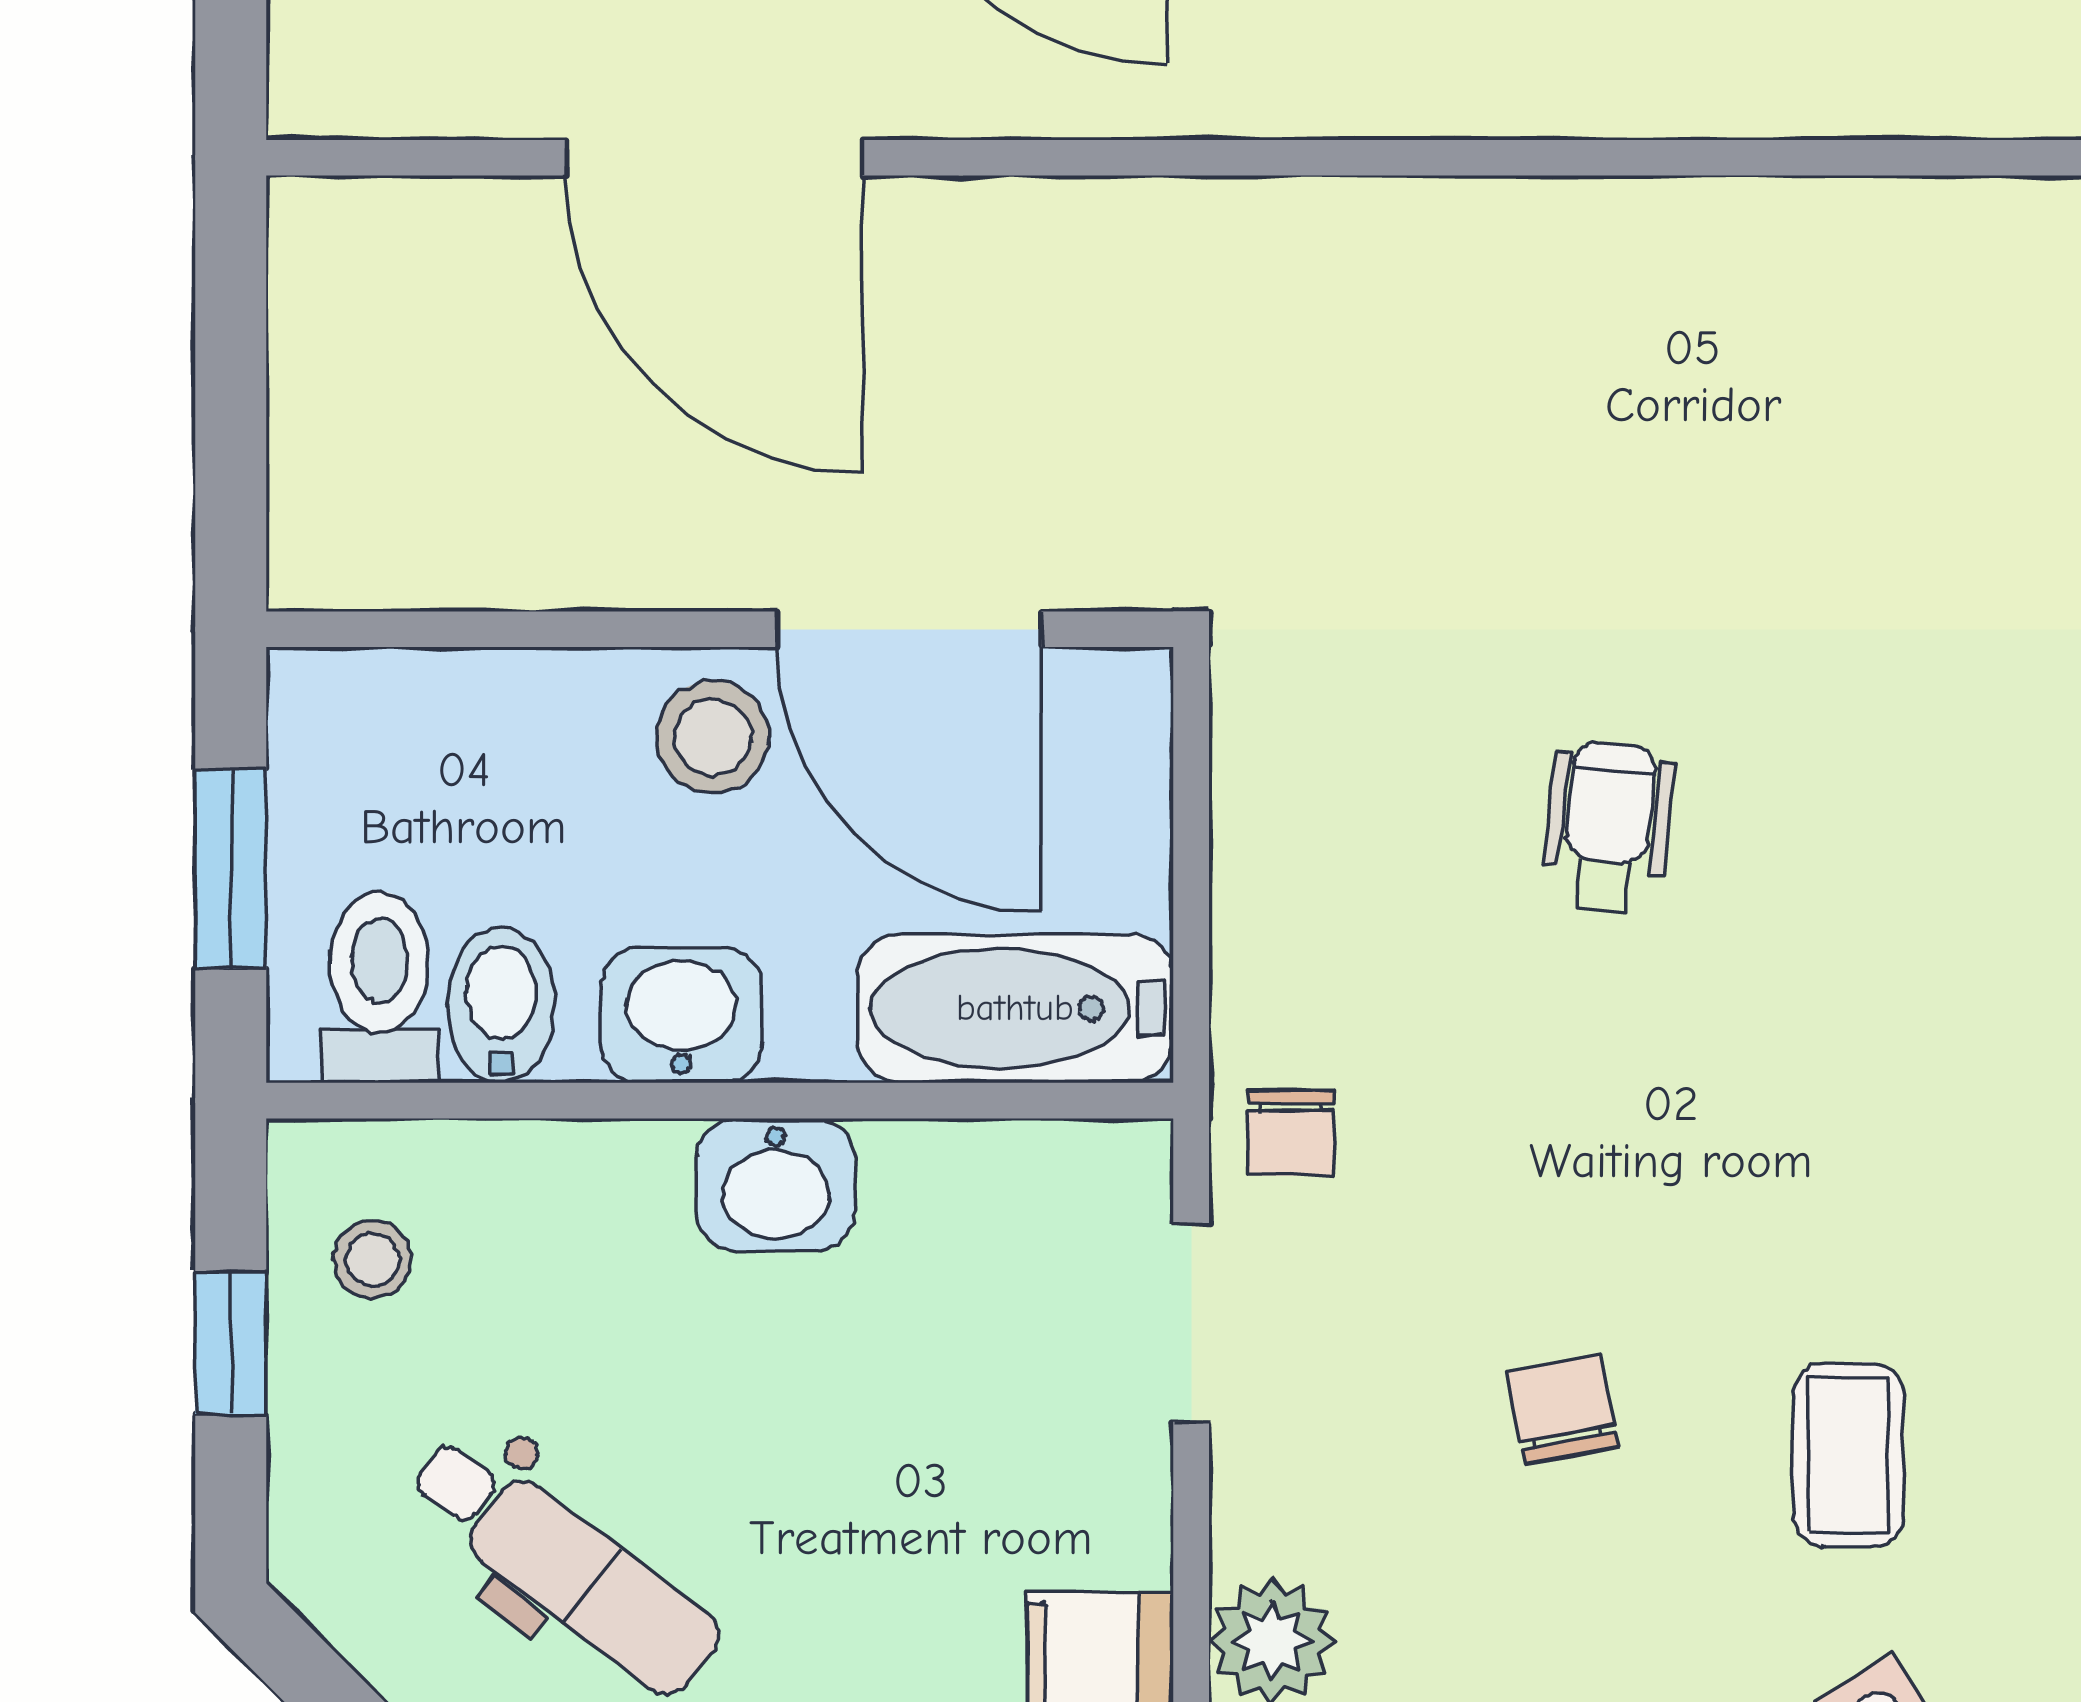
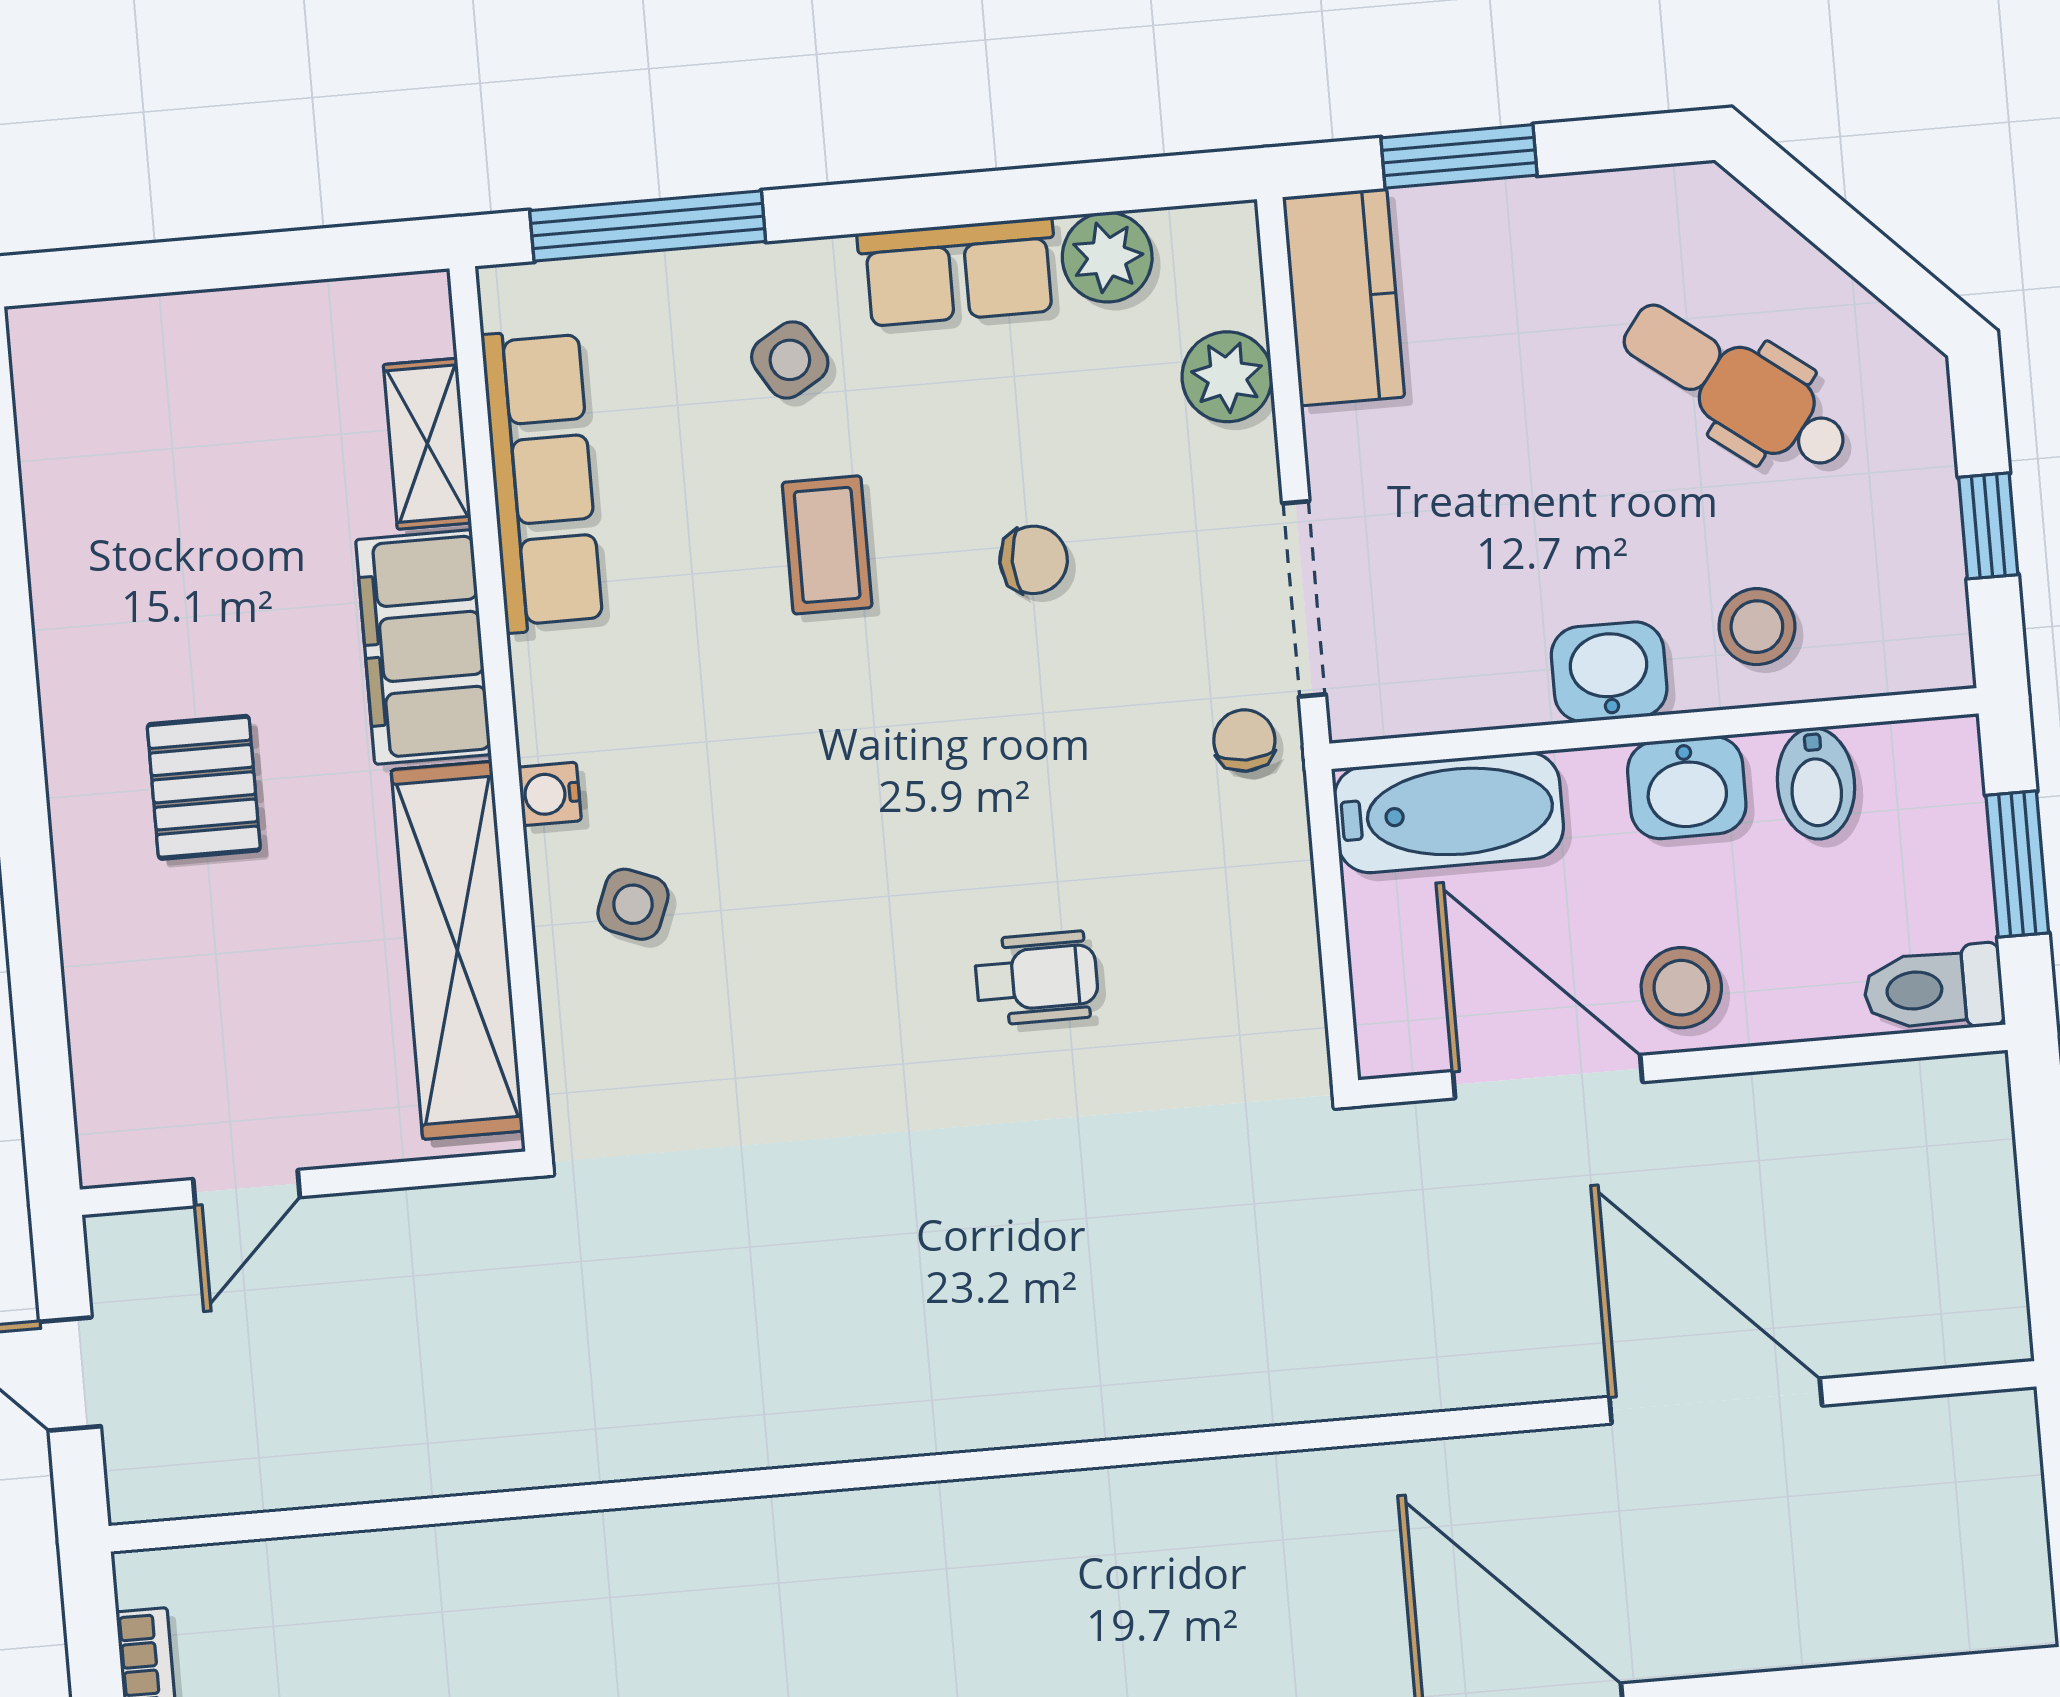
wheelchair: (1608, 827) -> (1037, 978), turned -96
toilet: (379, 987) -> (1934, 989), moved, turned 90
stool: (373, 1259) -> (1757, 627), moved, width x1.37, depth x1.37
doorway: (1191, 1323) -> (1304, 599), width x1.38
chair: (1563, 1409) -> (1034, 560), turned -79

